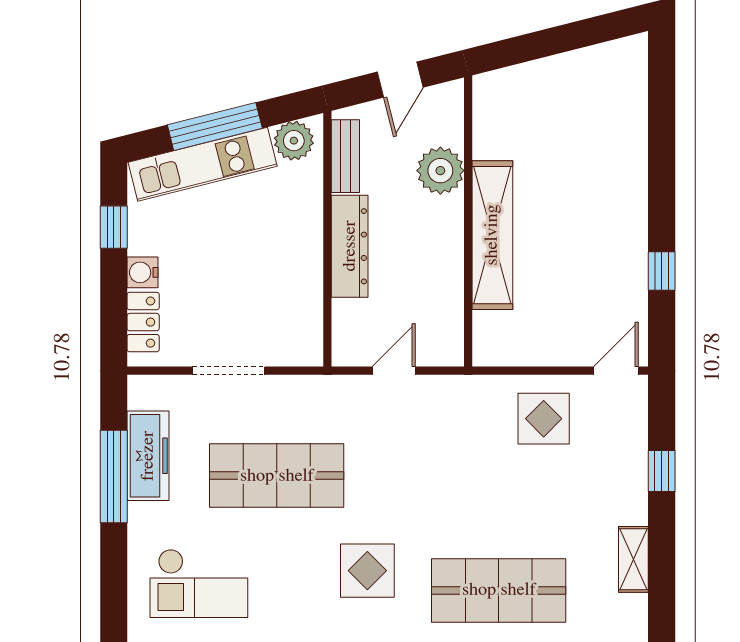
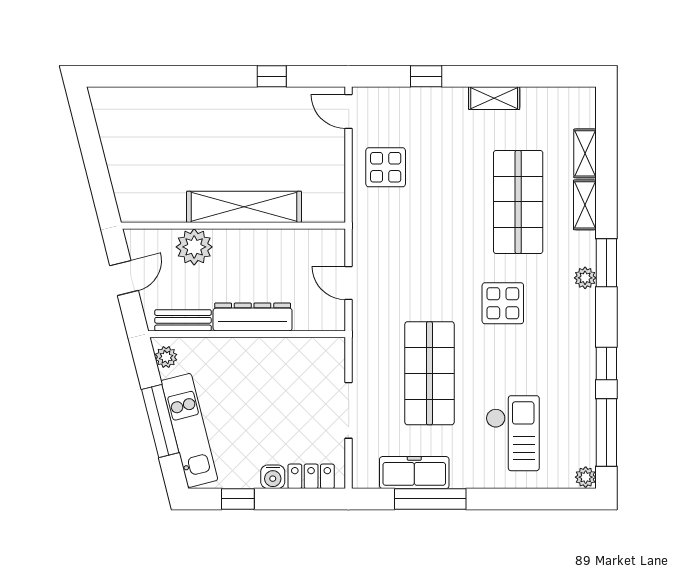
door: (400, 80) -> (124, 278), hinge flipped
plant: (294, 141) -> (166, 357), width x0.73, depth x0.73

